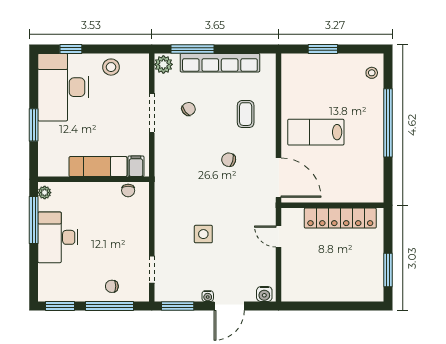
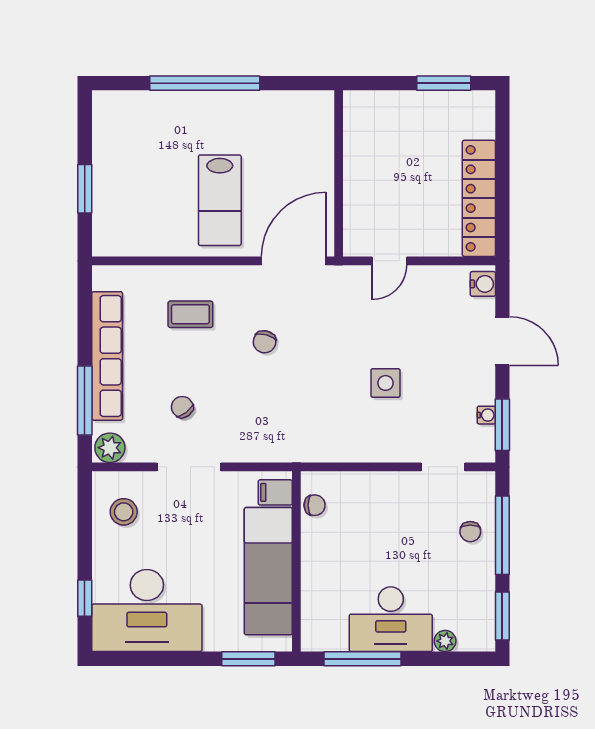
stool: (111, 67) -> (124, 512), moved
stool: (372, 73) -> (123, 109), removed
window: (34, 125) -> (248, 659), moved
exam couch: (98, 167) -> (268, 571), width x1.36, depth x1.45
plant: (45, 193) -> (445, 641), moved
locker: (340, 218) -> (479, 198), moved, turned 180
water cooler: (208, 296) -> (486, 415), moved

